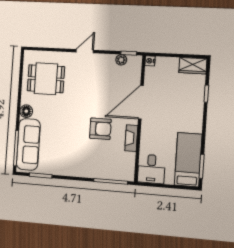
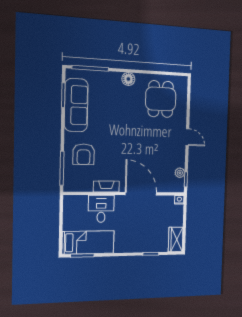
armchair: (100, 129) -> (84, 154), moved
sofa: (28, 144) -> (76, 105), moved, turned -90
desk: (151, 169) -> (101, 209), moved, turned 90

